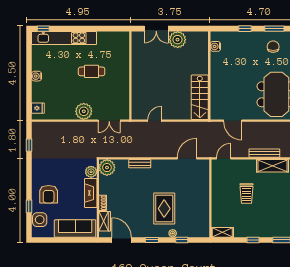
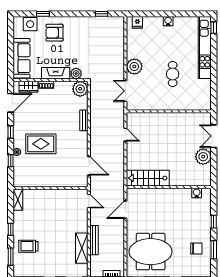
trolley: (246, 193) -> (28, 246), moved

